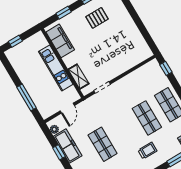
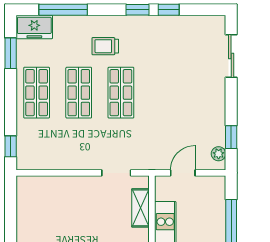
shop shelf: (103, 144) -> (121, 93), moved
freezer: (68, 146) -> (214, 119), removed
window: (59, 152) -> (231, 137), moved

